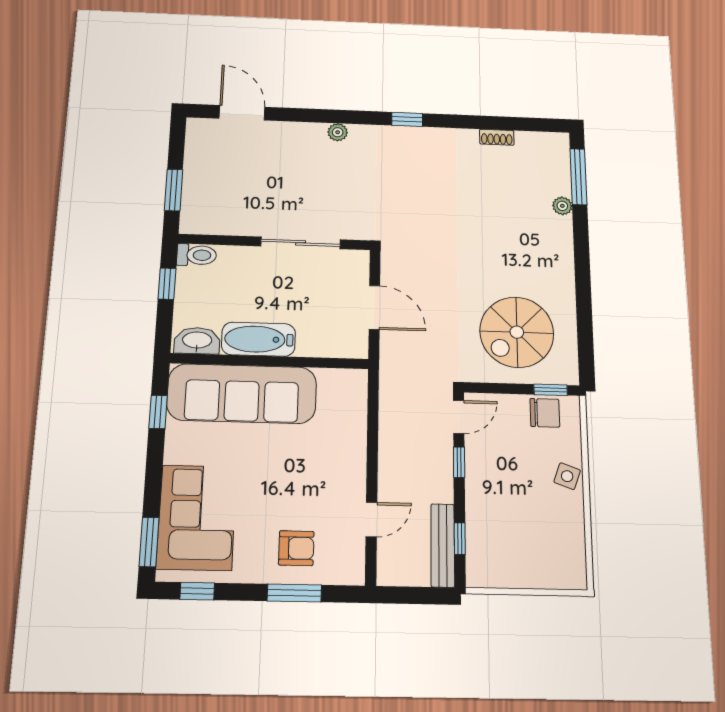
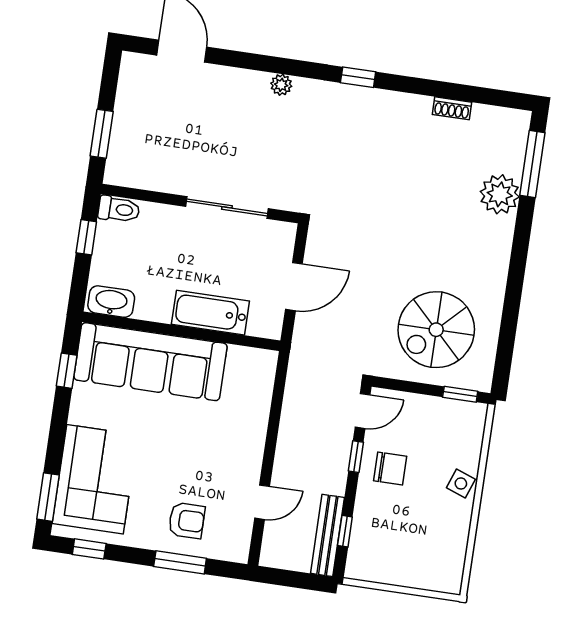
plant: (562, 206) -> (500, 194), width x1.88, depth x1.88
door: (374, 307) -> (294, 287), hinge flipped
bathtub: (258, 339) -> (210, 313), moved
chair: (545, 413) -> (390, 469), moved

